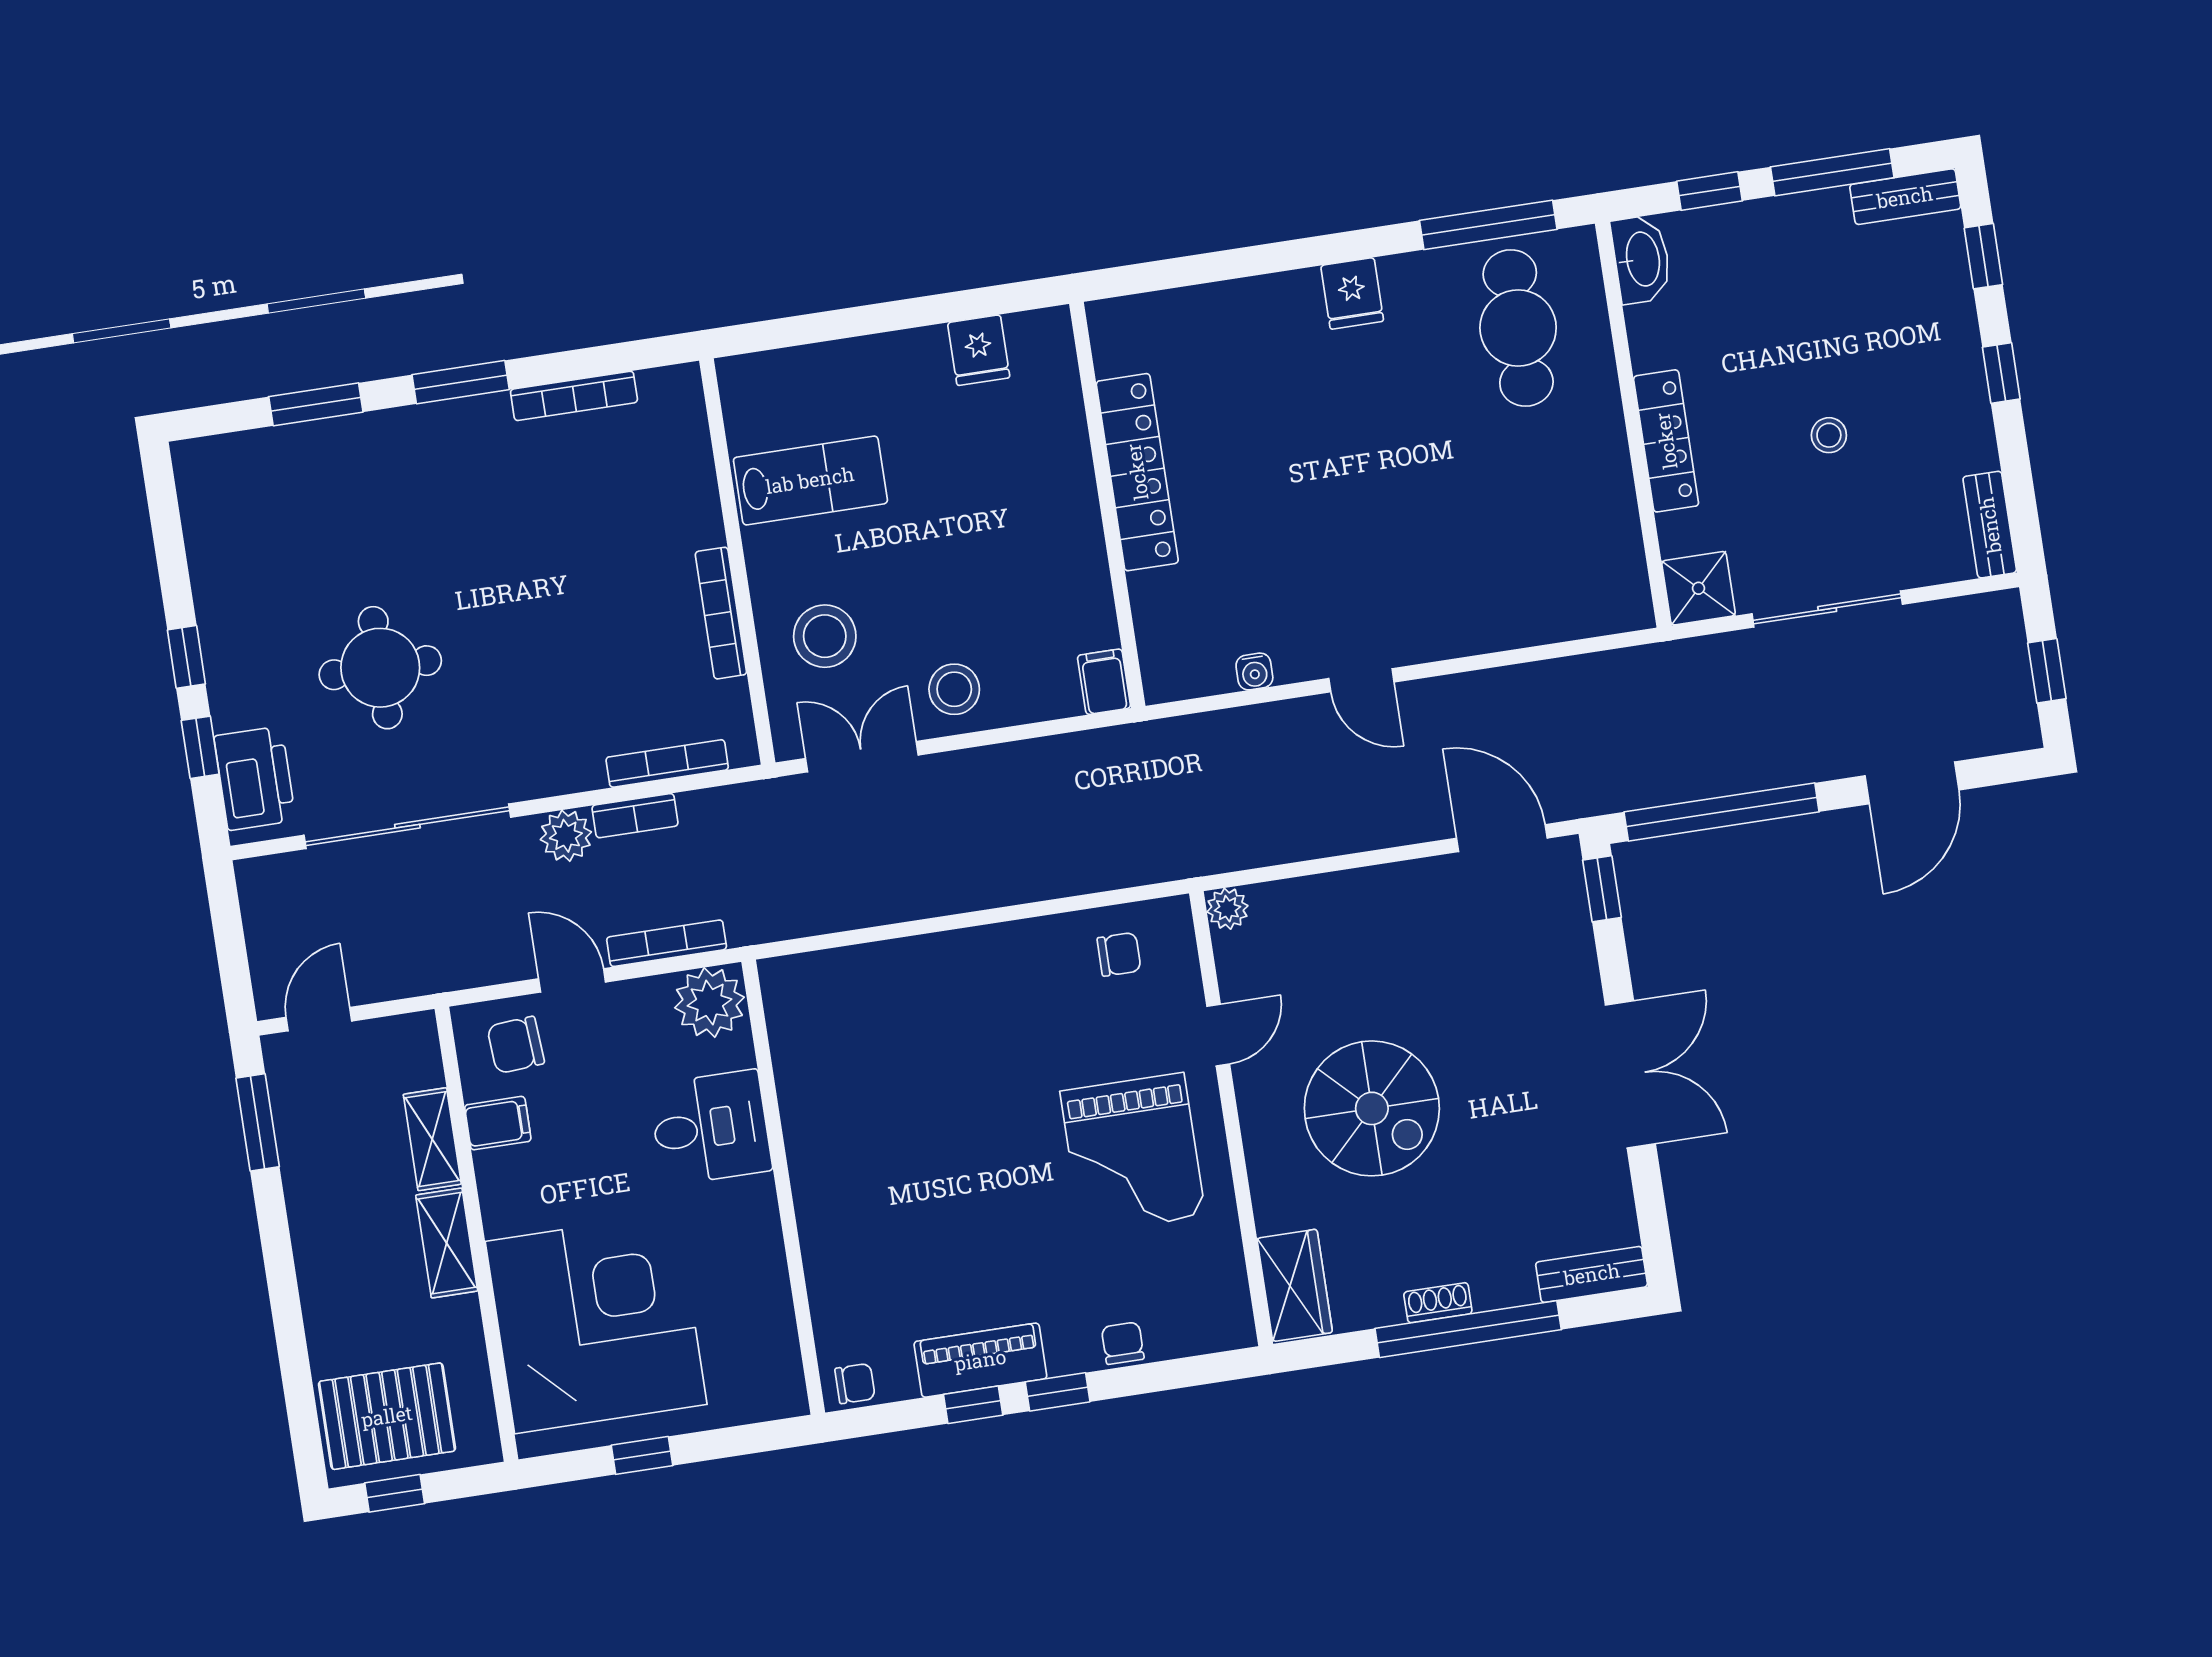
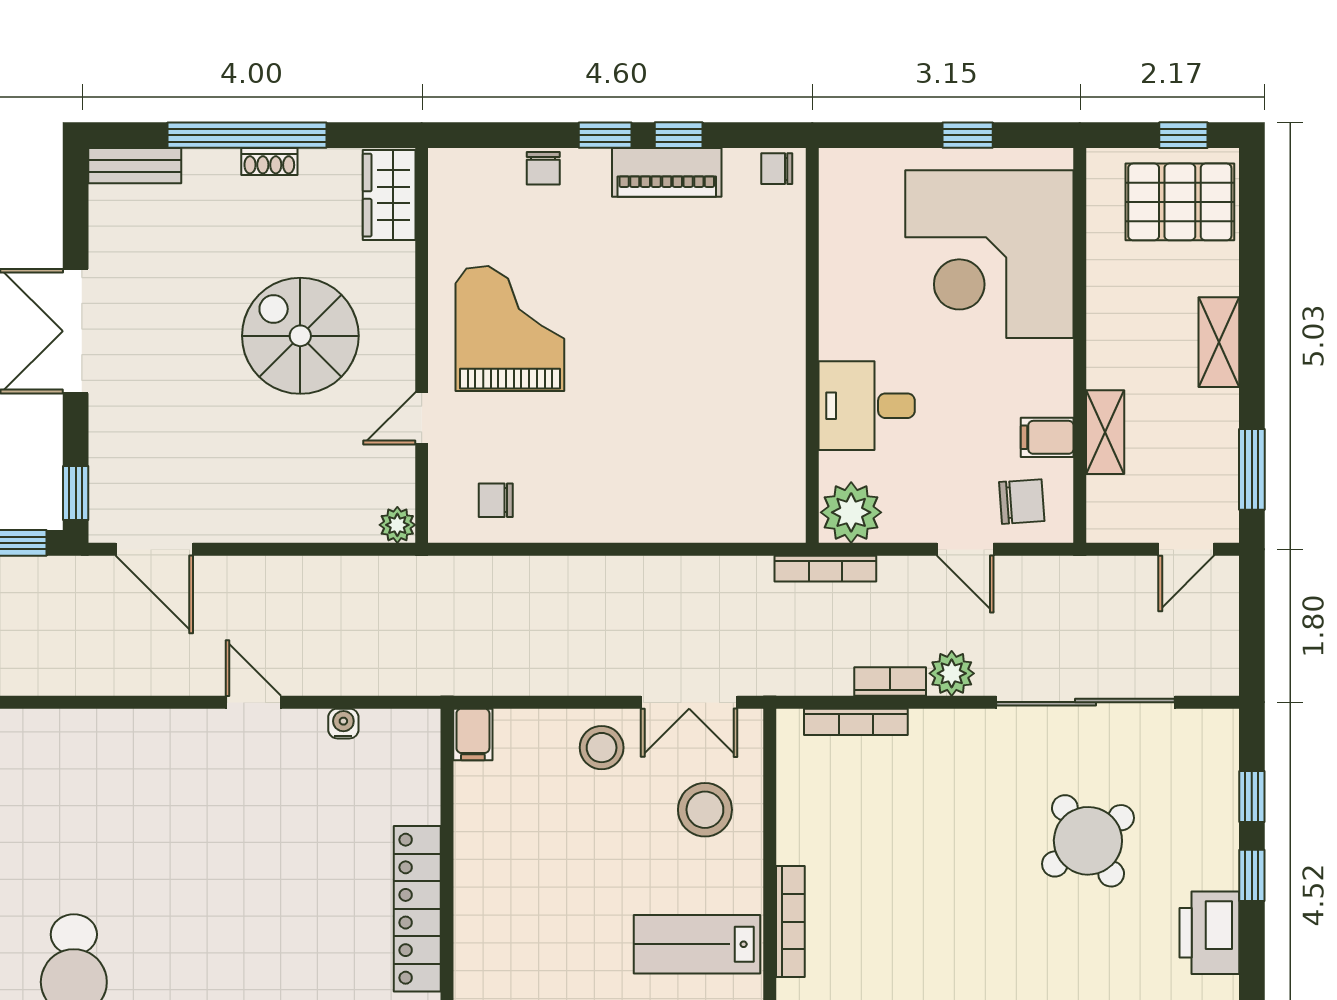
bookcase: (721, 613) -> (790, 922), moved
round table: (380, 668) -> (1088, 841), turned -35
printer: (255, 778) -> (1209, 933), moved
bookcase: (667, 943) -> (825, 569), moved
shelving: (447, 1243) -> (1219, 342), moved

